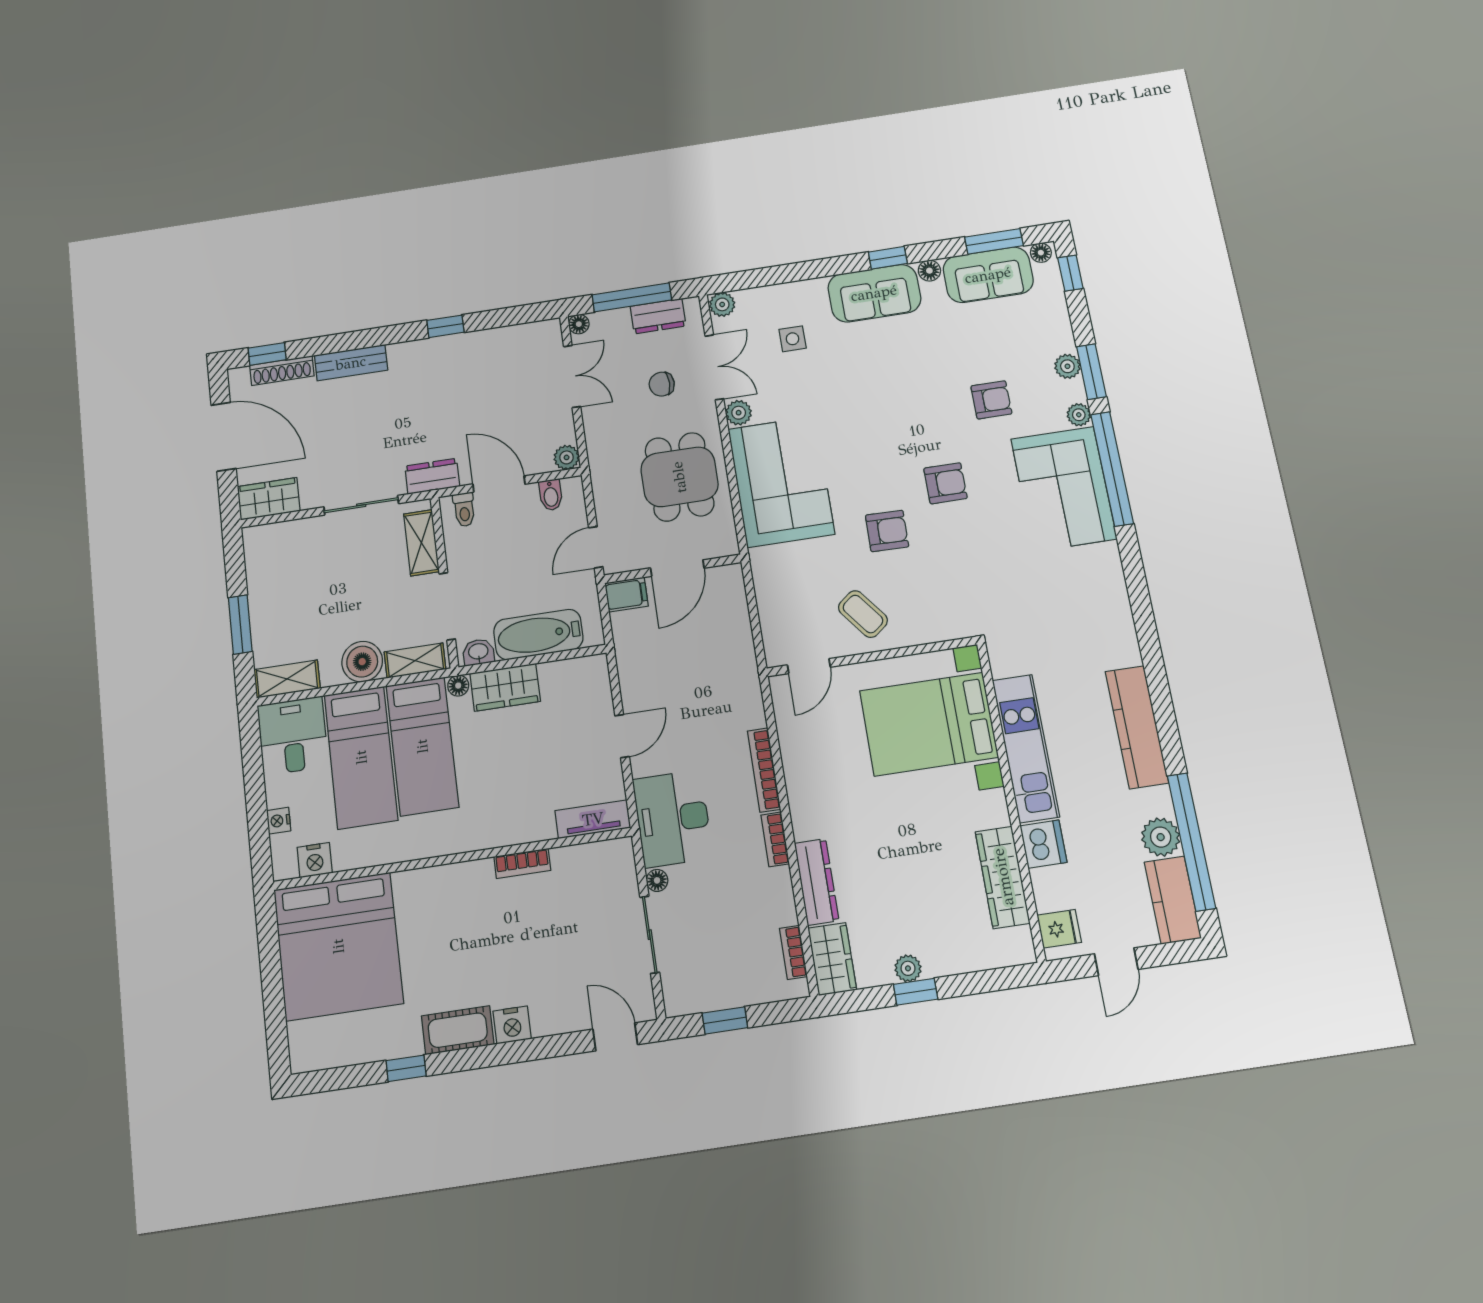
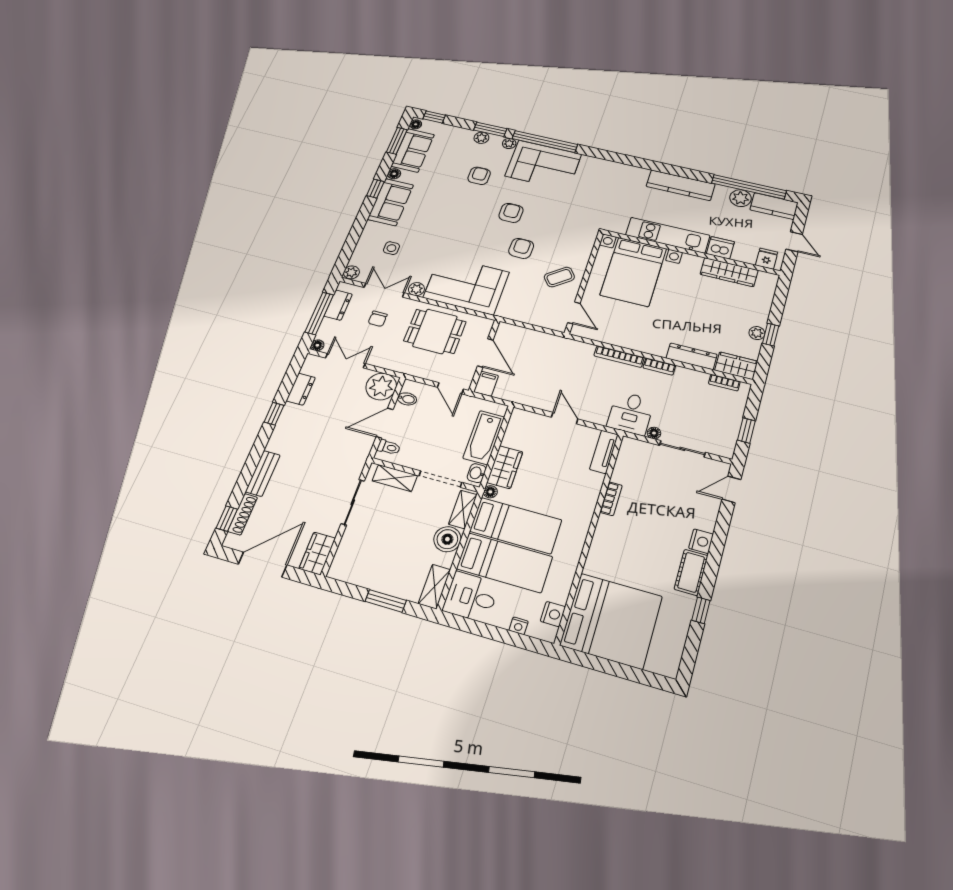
plant: (567, 457) -> (381, 387), width x1.88, depth x1.88
dresser: (432, 476) -> (301, 389), moved, turned 180
desk: (673, 819) -> (631, 413), width x0.73

